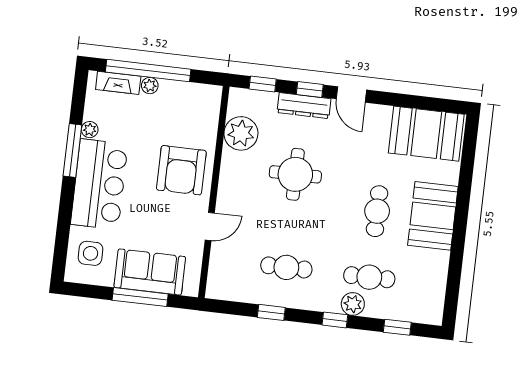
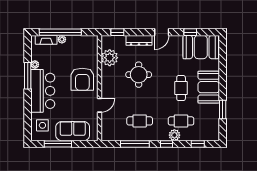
window: (310, 90) -> (190, 32), moved
door: (351, 94) -> (162, 32), hinge flipped
window: (456, 264) -> (223, 110), added
window: (140, 297) -> (58, 144), moved
window: (271, 312) -> (135, 144), width x2.17

